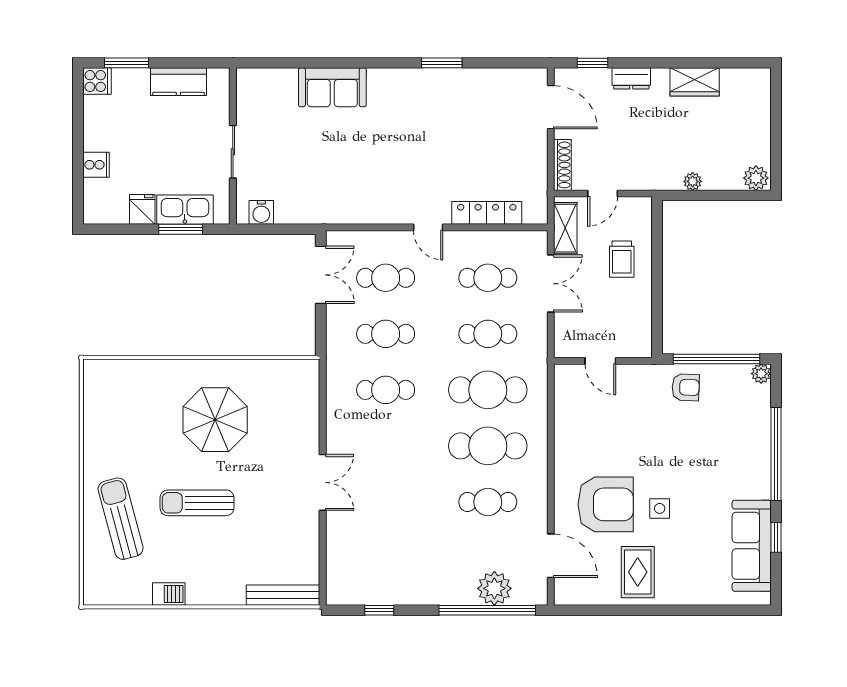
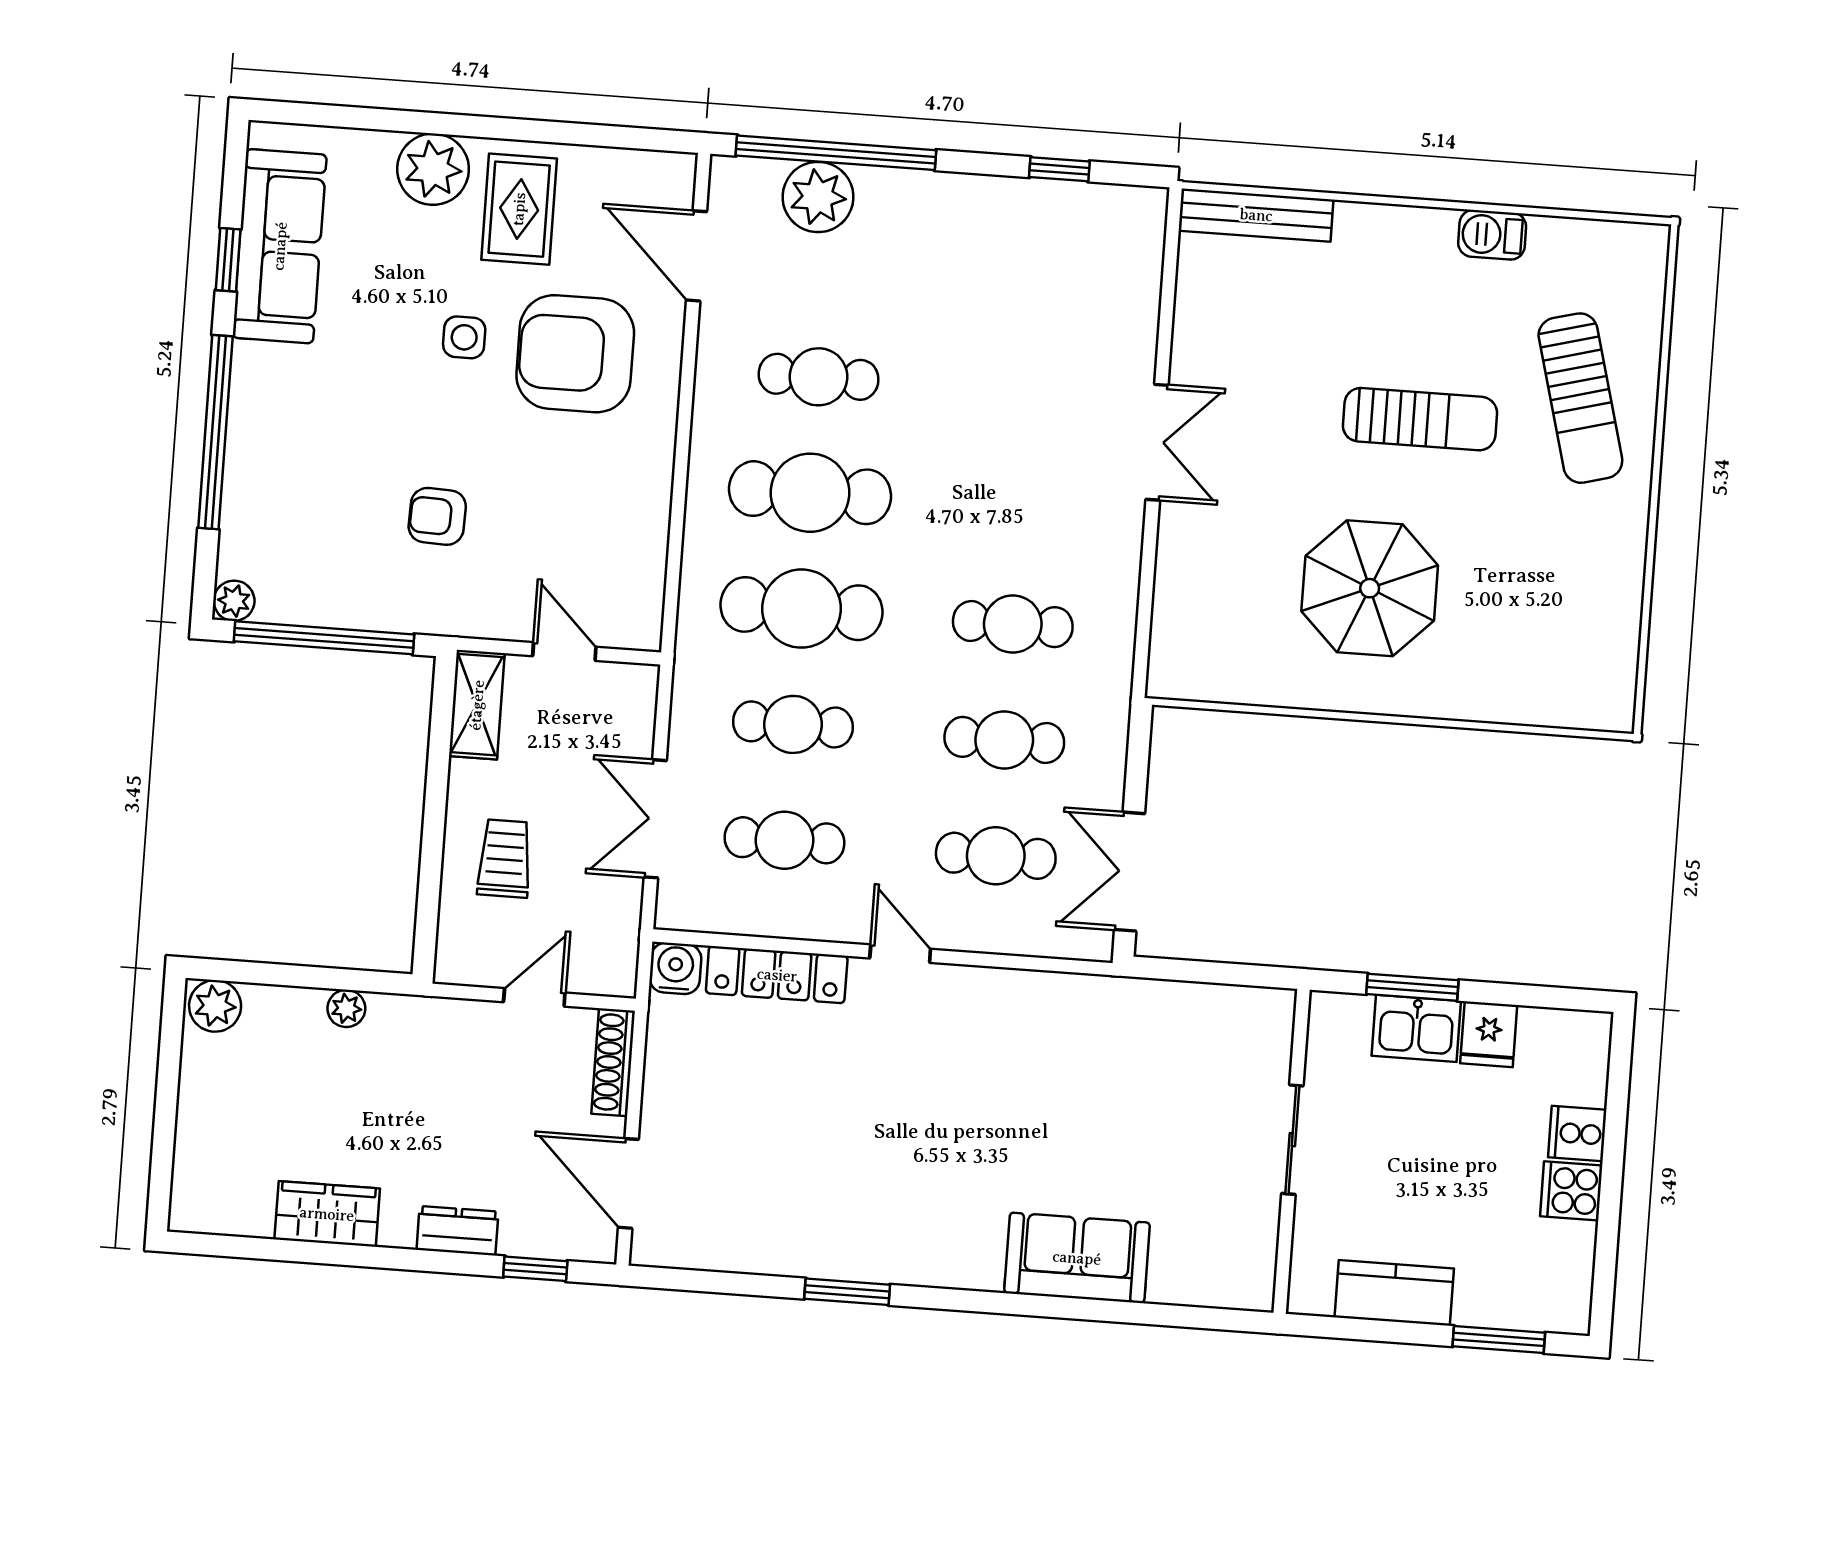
cooker: (97, 81) -> (1571, 1191), moved
kitchen sink: (185, 210) -> (1416, 1028), width x0.73
water cooler: (261, 212) -> (675, 968), moved
shelving: (565, 228) -> (477, 705), moved
armchair: (686, 387) -> (437, 516), moved
double door: (323, 482) -> (1157, 442), swing flipped
plant: (681, 588) -> (433, 169), added

